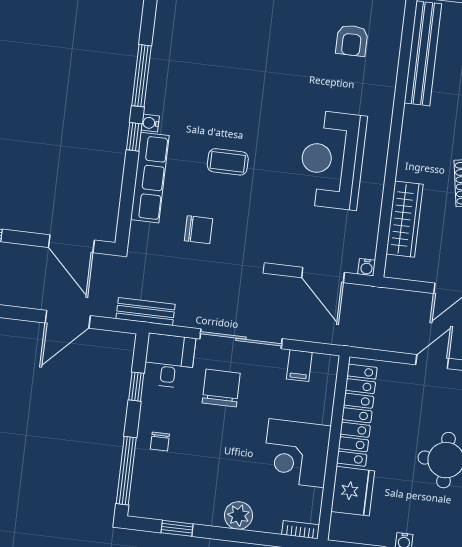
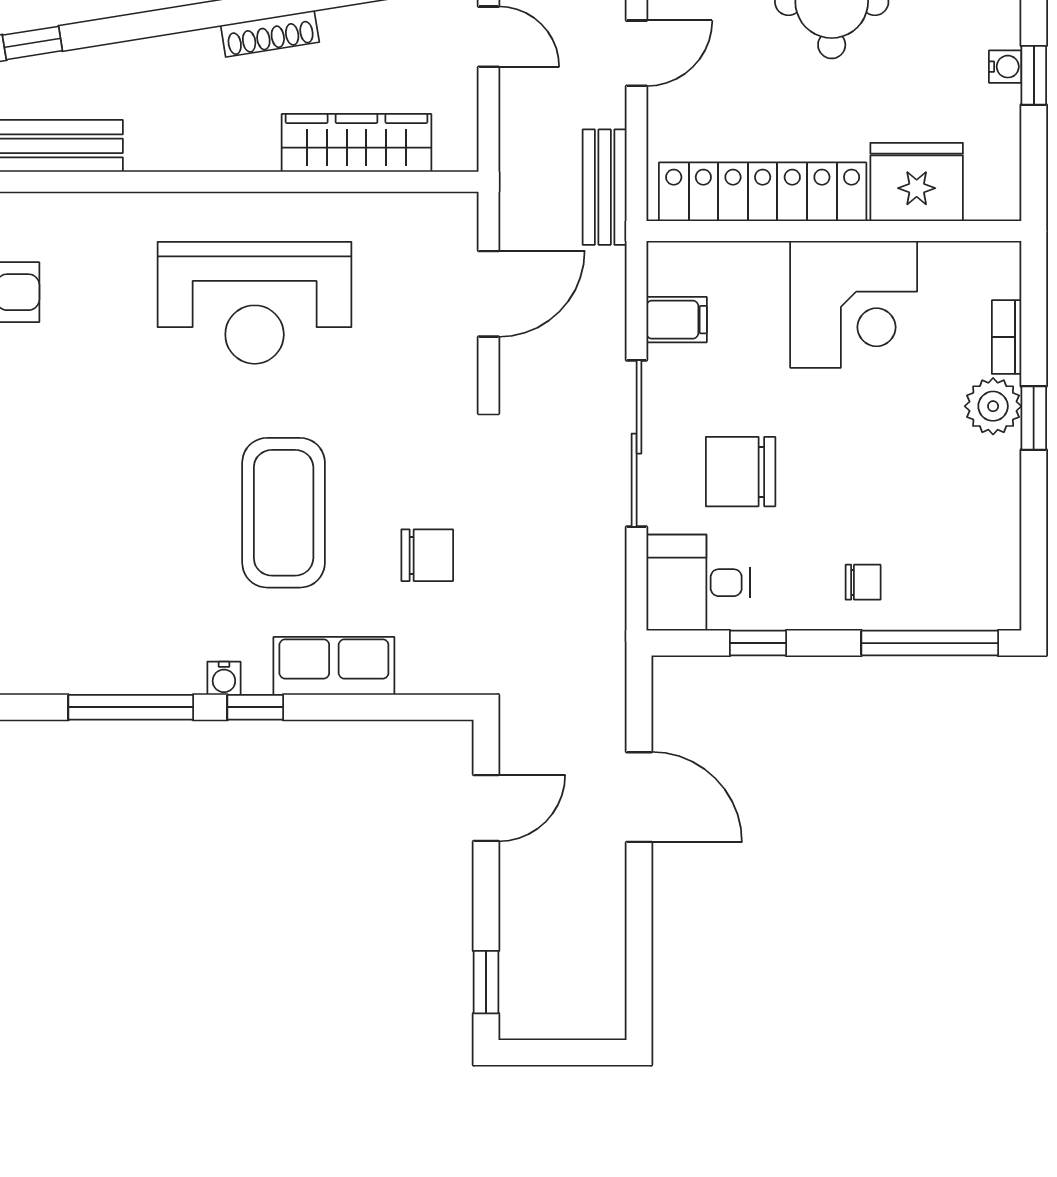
coffee table: (228, 162) -> (284, 513), width x1.86, depth x1.72
row of seats: (150, 178) -> (334, 666), width x0.68
chair: (199, 230) -> (427, 555), turned 90
door: (71, 244) -> (486, 808), width x0.73
water cooler: (367, 267) -> (462, 208), removed
bench: (145, 311) -> (605, 187), moved
door: (432, 362) -> (637, 53), swing flipped
window: (177, 528) -> (1034, 418), moved
bookcase: (301, 530) -> (1007, 337), moved

